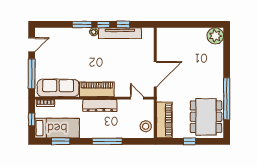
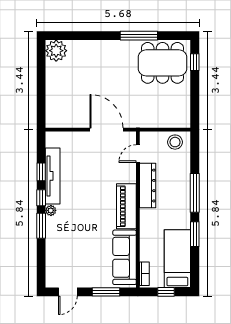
door: (32, 45) -> (68, 292), swing flipped
window: (32, 74) -> (106, 292), width x0.69
window: (227, 99) -> (139, 36), width x0.68
dresser: (100, 105) -> (148, 186), moved
piano: (164, 120) -> (167, 118), removed
window: (61, 141) -> (195, 234), moved
window: (189, 141) -> (195, 62), moved

